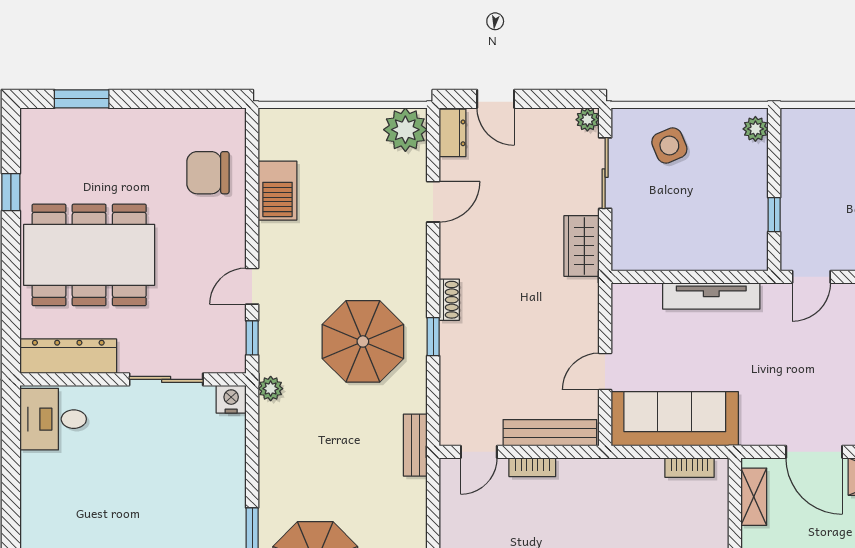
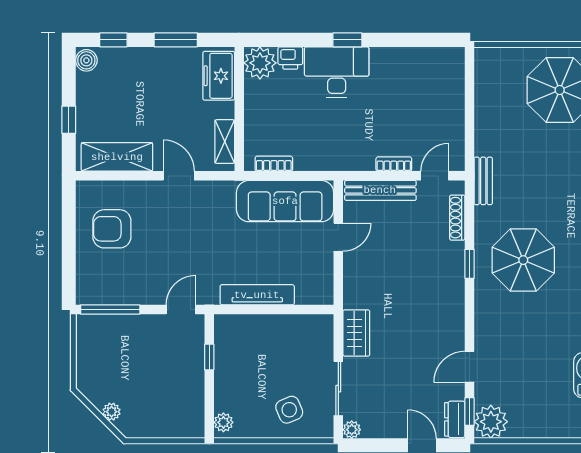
window: (433, 143) -> (470, 412), added
shoe rack: (449, 300) -> (457, 218), moved, width x1.43
door: (814, 452) -> (179, 176), width x0.73

